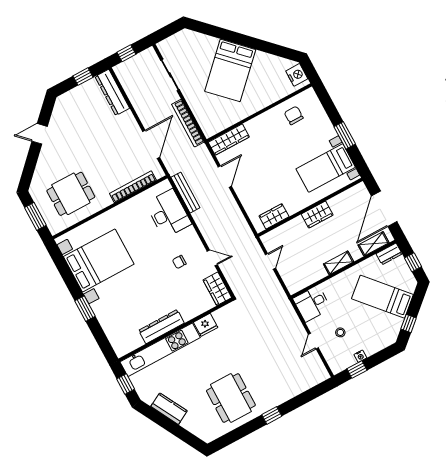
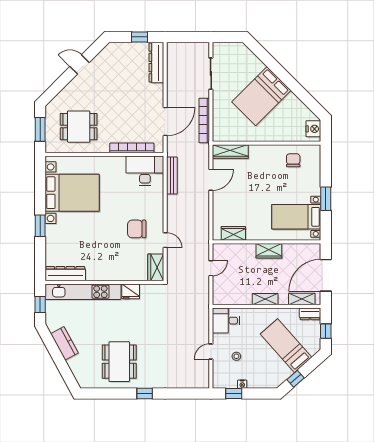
window: (126, 53) -> (185, 37), removed
desk: (168, 214) -> (145, 171), moved, turned -90
chair: (179, 262) -> (137, 229), width x1.87, depth x1.87
dresser: (162, 327) -> (65, 274), moved

